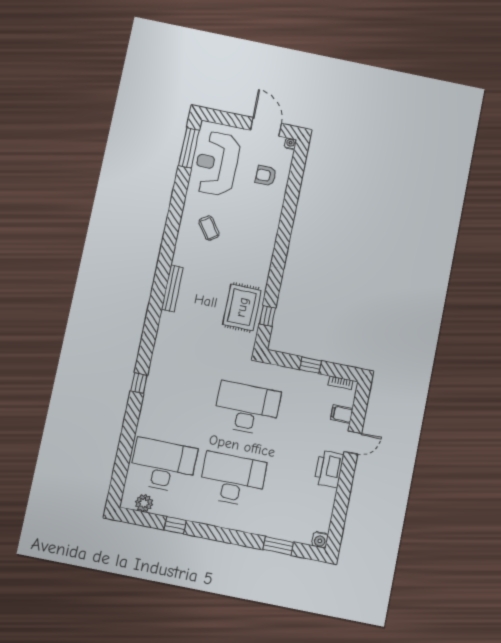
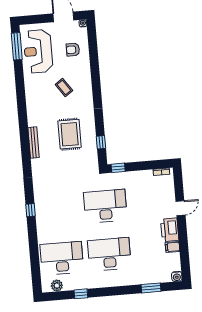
coffee table: (209, 228) -> (64, 87), moved
rug: (242, 307) -> (70, 134), moved
window: (310, 365) -> (118, 168), moved
filing cabinet: (342, 414) -> (172, 247), moved

